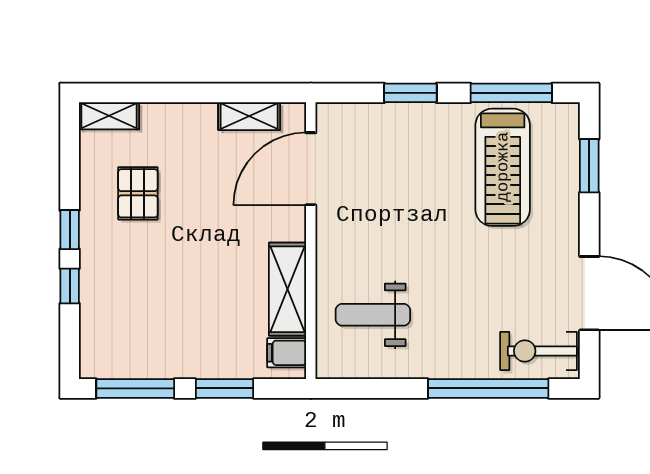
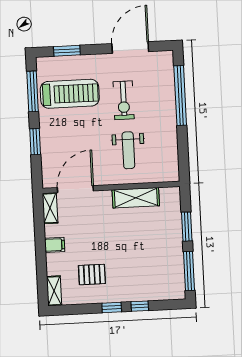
shelving: (249, 116) -> (50, 208), moved
door: (311, 169) -> (75, 189), swing flipped
weight bench: (373, 315) -> (128, 150), moved
exercise bike: (539, 351) -> (124, 100), moved
filing cabinet: (287, 353) -> (55, 245), moved, turned -90

